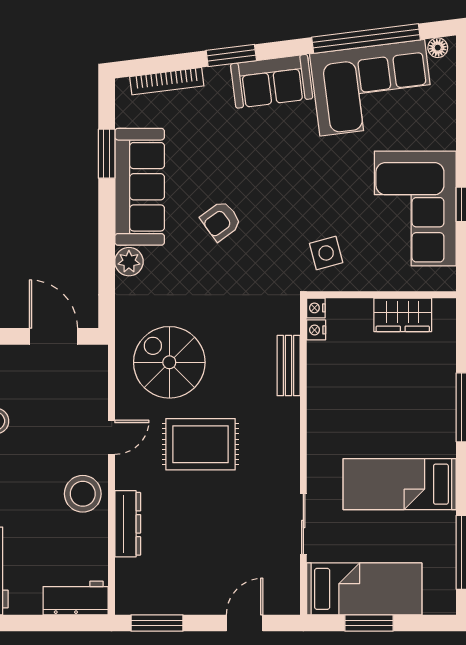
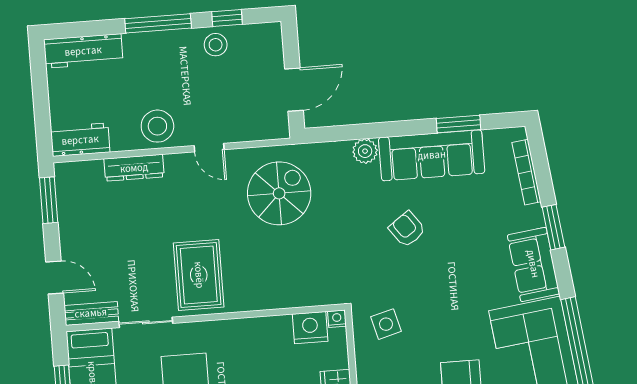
nightstand: (316, 330) -> (310, 328), width x1.89, depth x1.79
bench: (289, 366) -> (91, 313), moved
rug: (201, 444) -> (199, 275), moved
workbench: (76, 598) -> (80, 140), moved, turned -90

